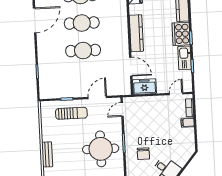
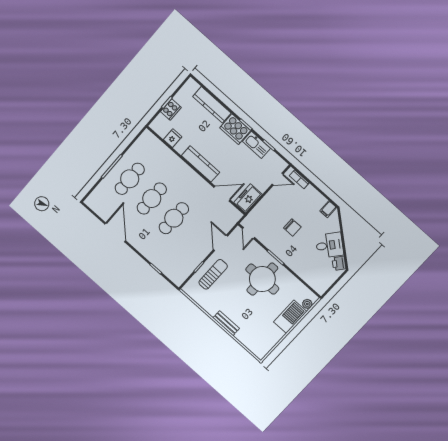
door: (176, 94) -> (278, 179), swing flipped
filing cabinet: (188, 122) -> (328, 209), moved
chair: (143, 154) -> (292, 227), moved

